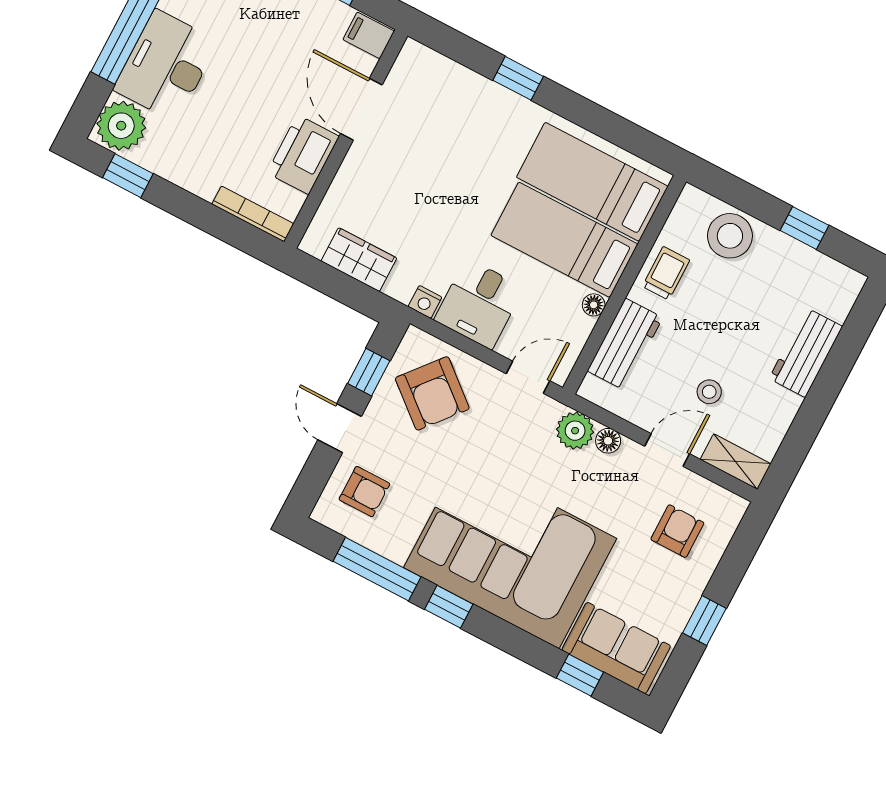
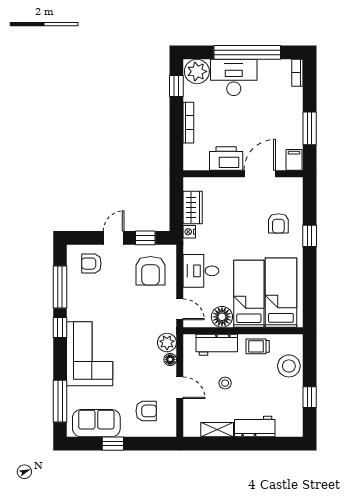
armchair: (467, 122) -> (278, 223), added
bookcase: (253, 214) -> (188, 123), moved
trolley: (666, 273) -> (258, 346), turned 180
nightstand: (425, 302) -> (189, 232), moved
floor lamp: (594, 305) -> (222, 317), width x1.89, depth x1.89
stool: (709, 392) -> (225, 383), moved
armchair: (432, 393) -> (150, 271), turned -40
shelving: (736, 462) -> (217, 430), moved, turned 90
armchair: (364, 492) -> (91, 264), turned 90
corner sofa: (510, 553) -> (90, 354), width x0.73, depth x0.74
sofa: (616, 648) -> (96, 423), moved, turned -90
window: (580, 675) -> (60, 401), width x2.17

